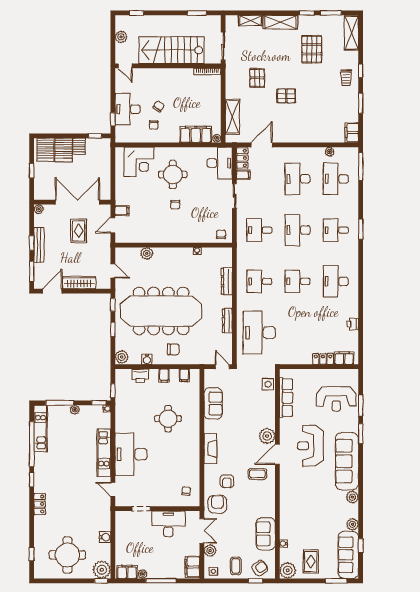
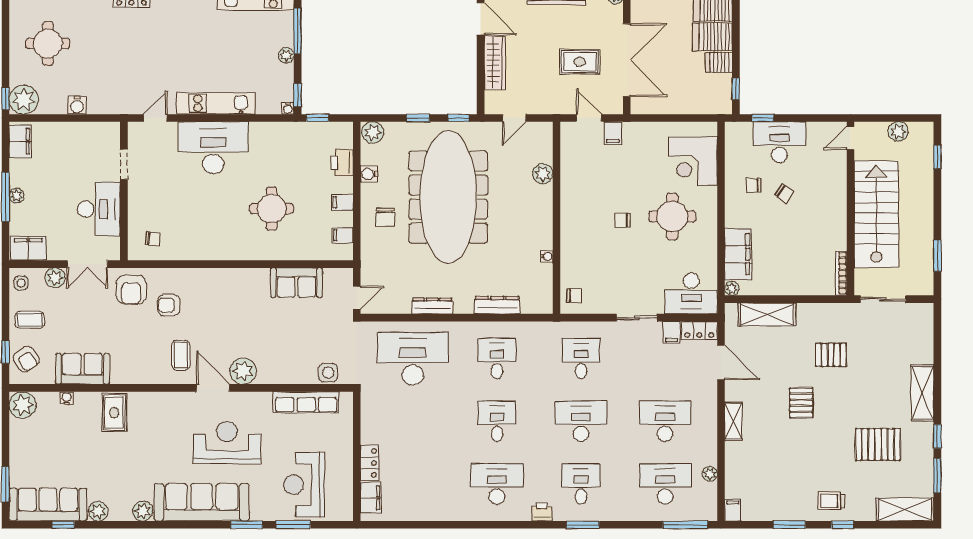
shelving: (250, 21) -> (733, 421), moved
filing cabinet: (352, 133) -> (733, 510), width x0.50
printer: (353, 324) -> (542, 512), moved
fireplace: (210, 449) -> (222, 278), removed
armchair: (217, 504) -> (131, 290), turned 90
round table: (67, 555) -> (48, 43), width x0.73, depth x0.73
rug: (311, 562) -> (114, 413), moved, turned 90
plant: (143, 574) -> (17, 196), moved

